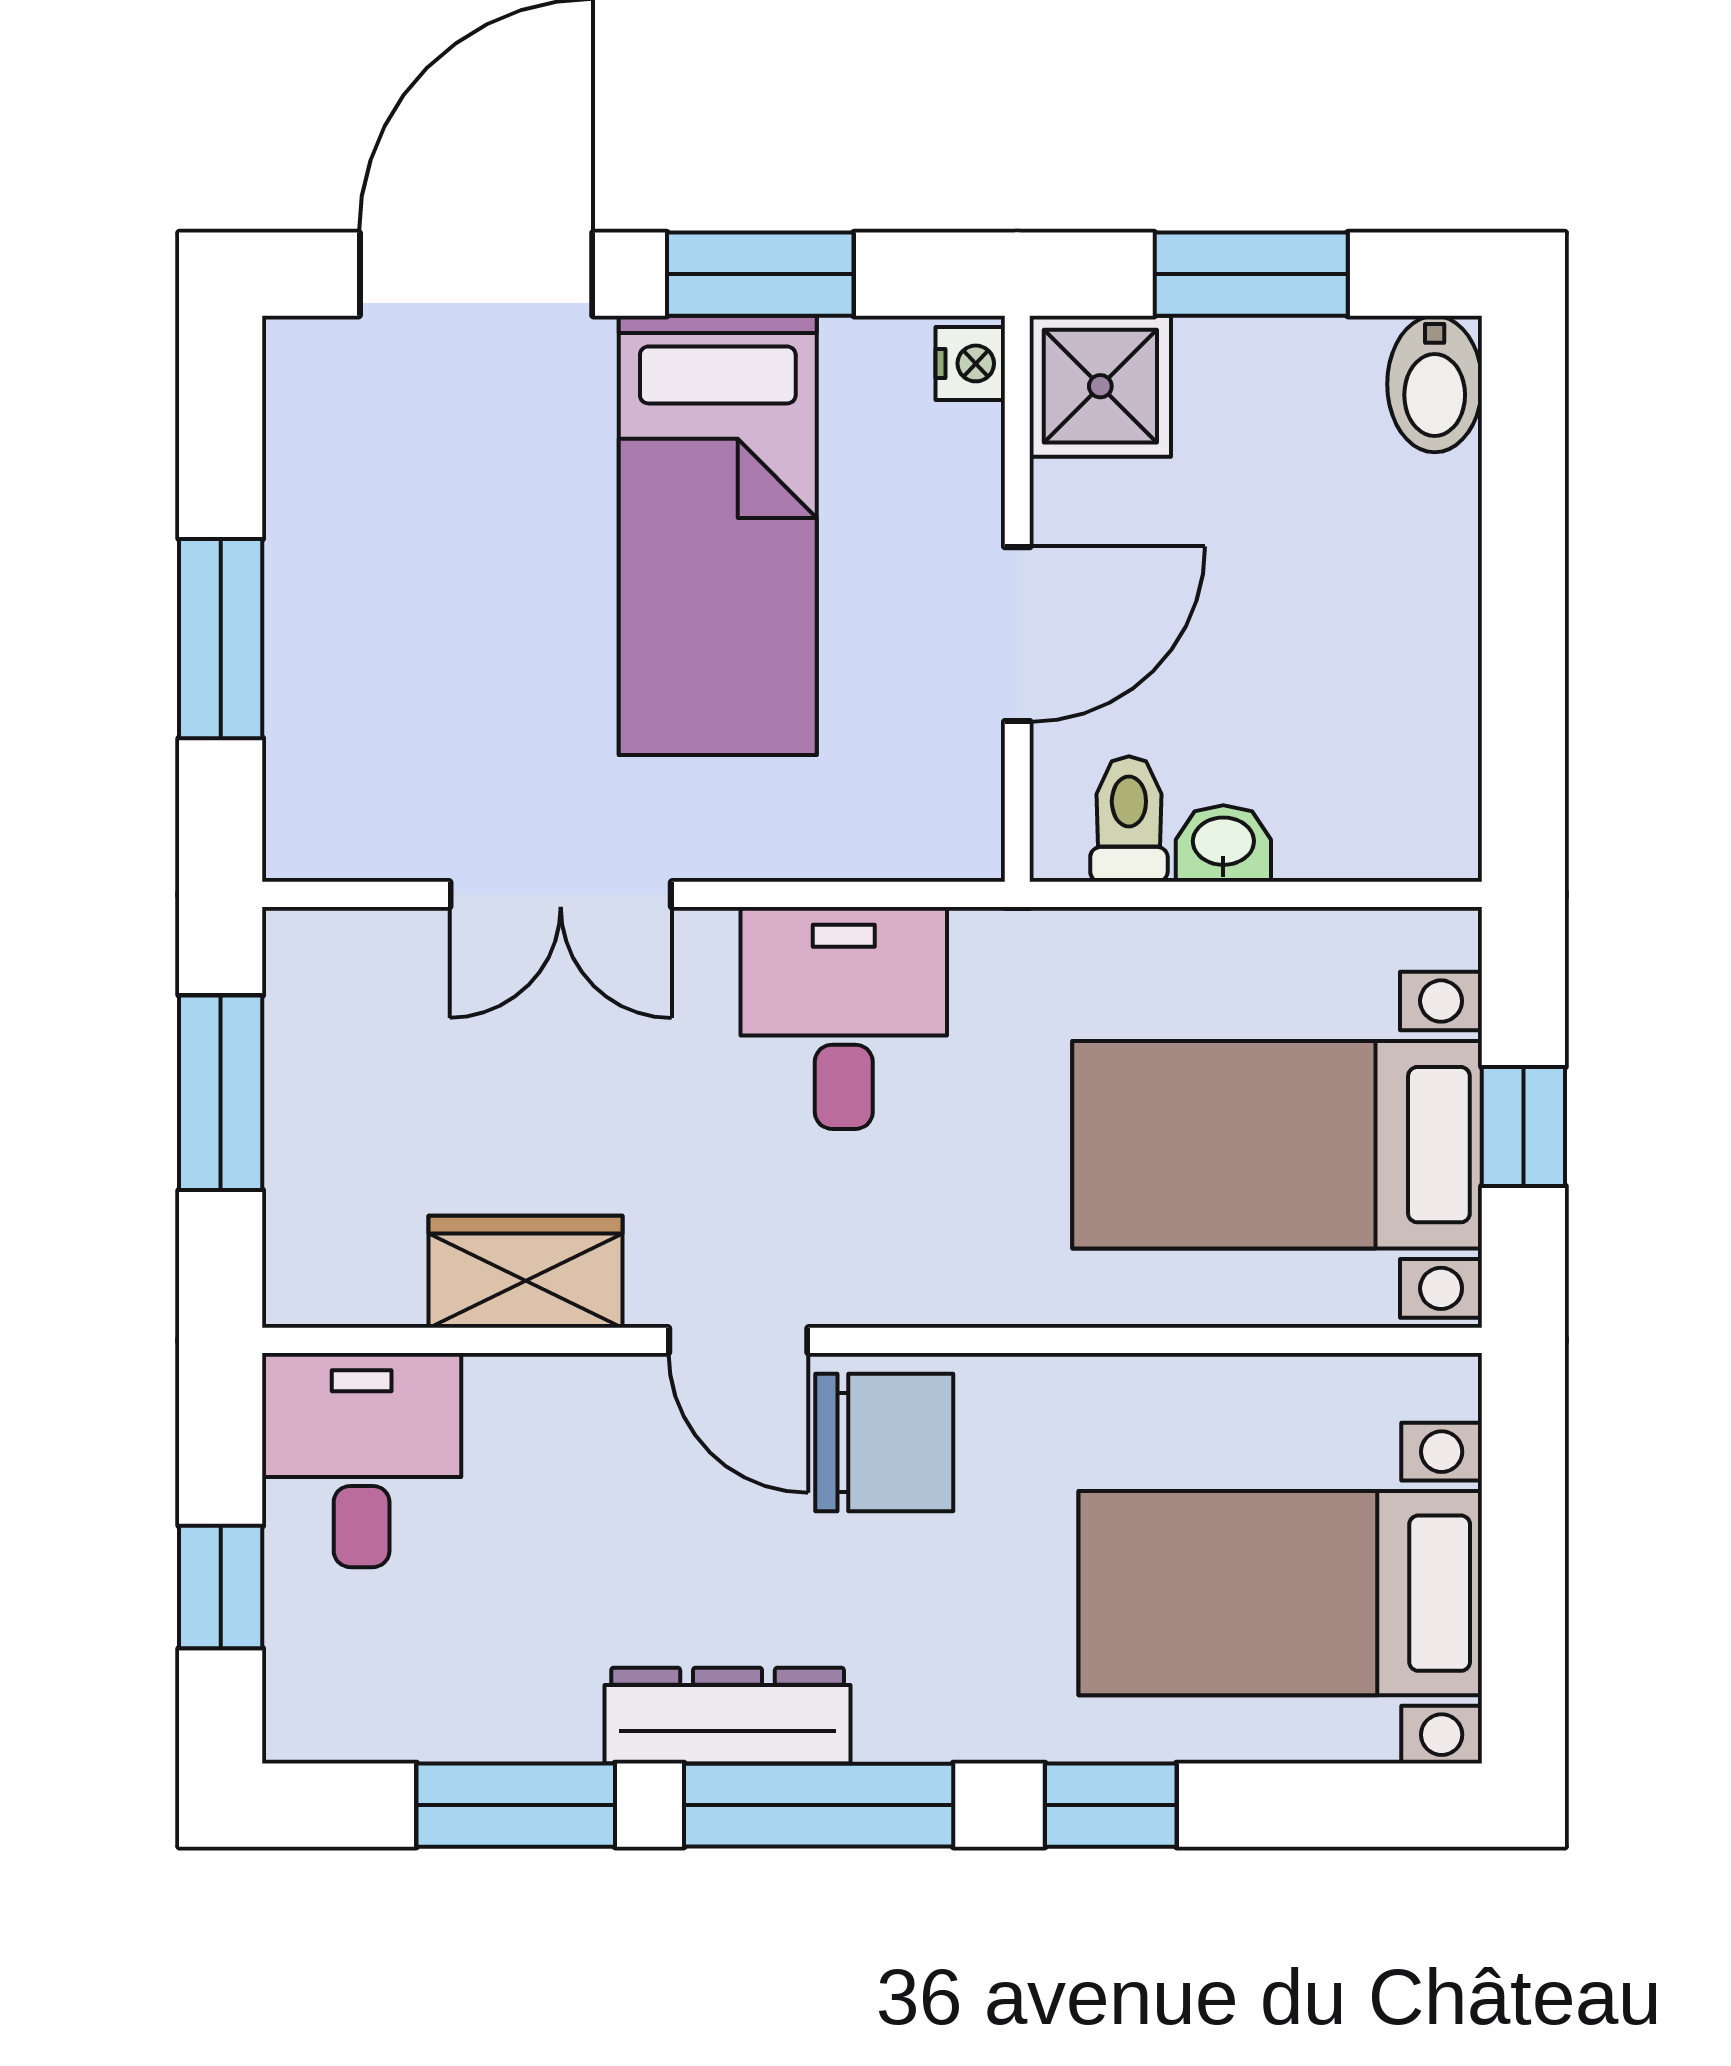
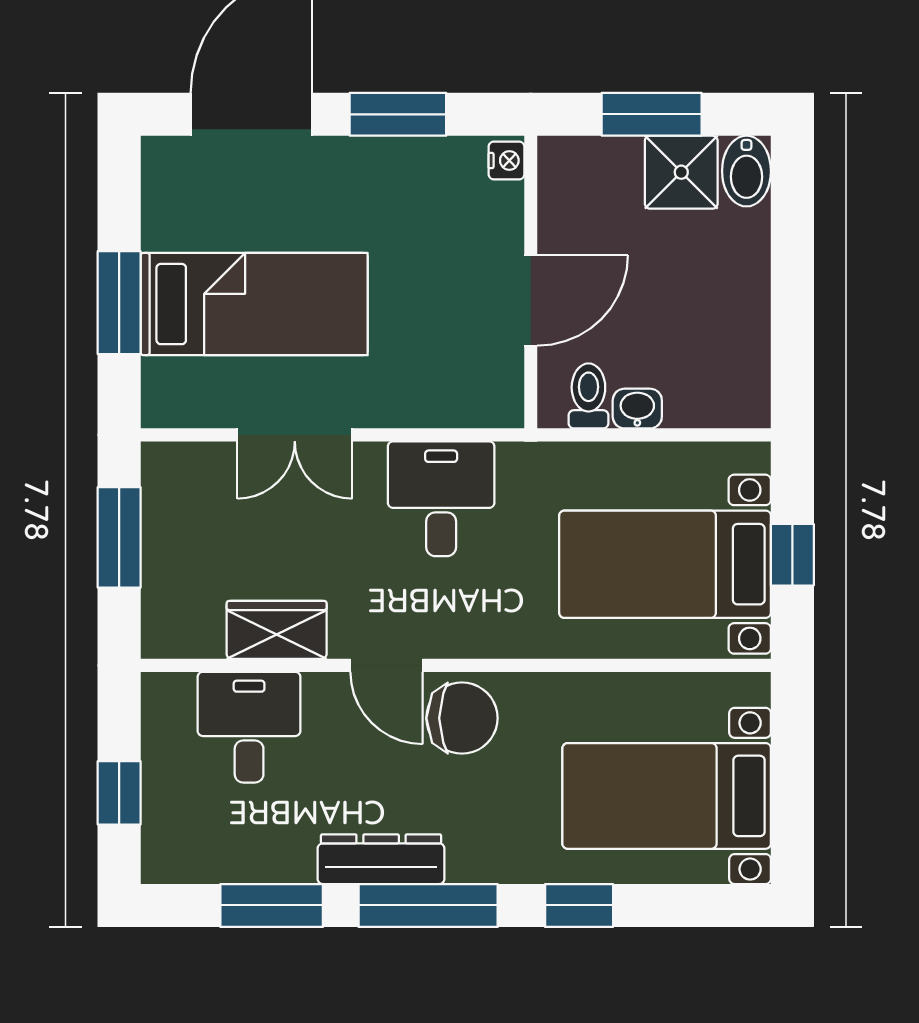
shower: (1100, 386) -> (681, 172), moved
bed: (718, 535) -> (254, 304), moved, turned -90
desk: (362, 1460) -> (249, 727), moved

